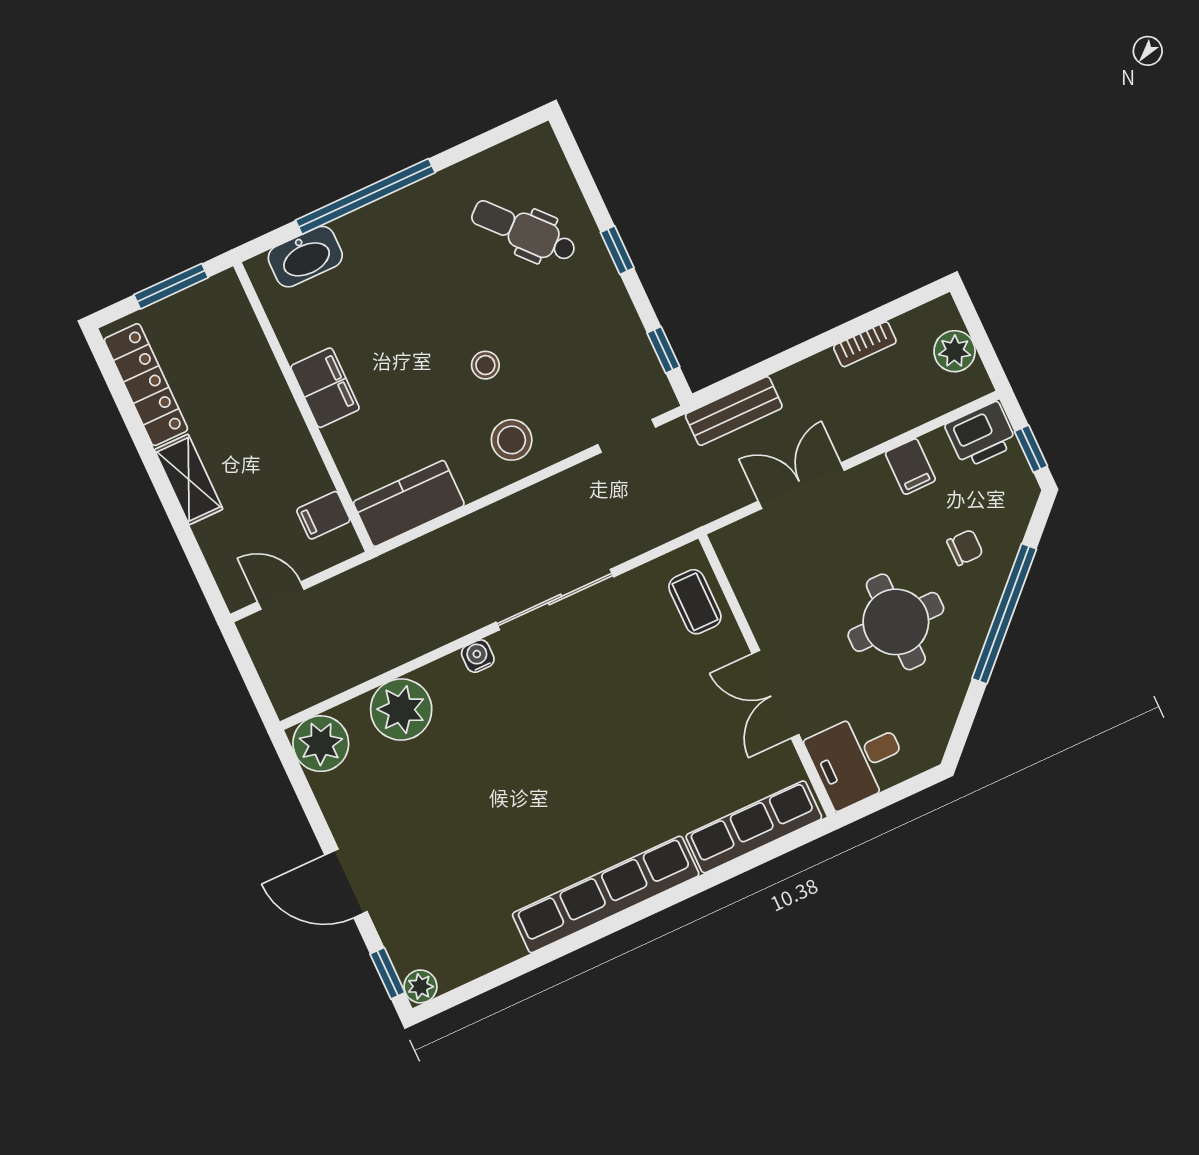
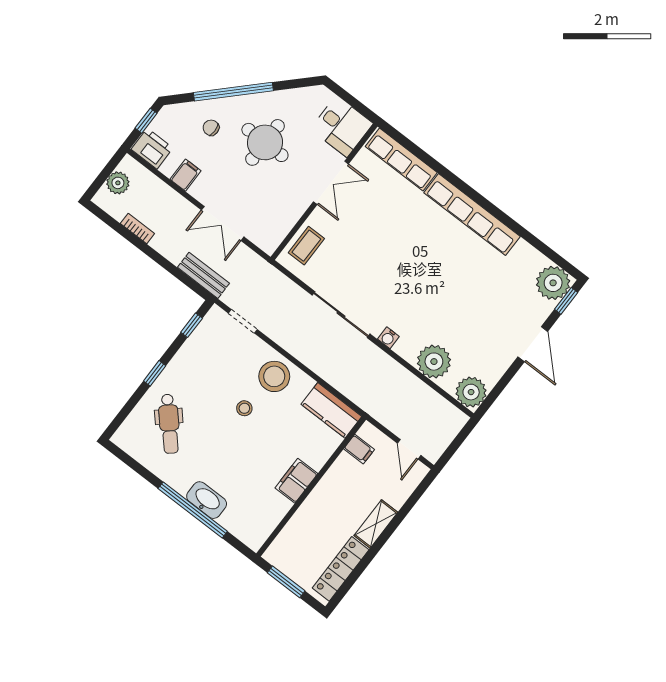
washbasin: (305, 257) -> (207, 500), moved
stool: (512, 440) -> (274, 376), width x1.38, depth x1.38
plant: (420, 986) -> (553, 283), width x1.88, depth x1.88

